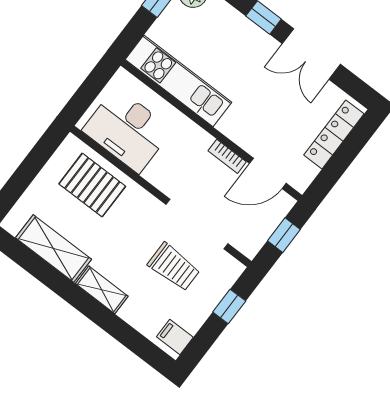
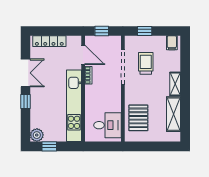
kitchen unit: (178, 81) -> (74, 106), width x1.36
desk: (127, 130) -> (107, 125), width x0.73

